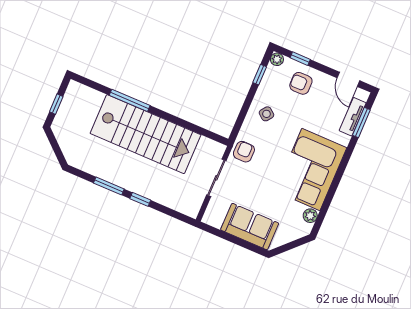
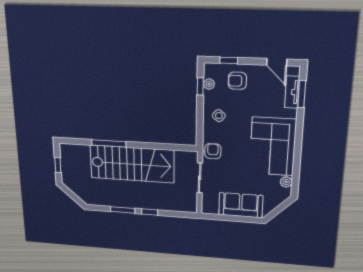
plant: (277, 59) -> (209, 84), moved

